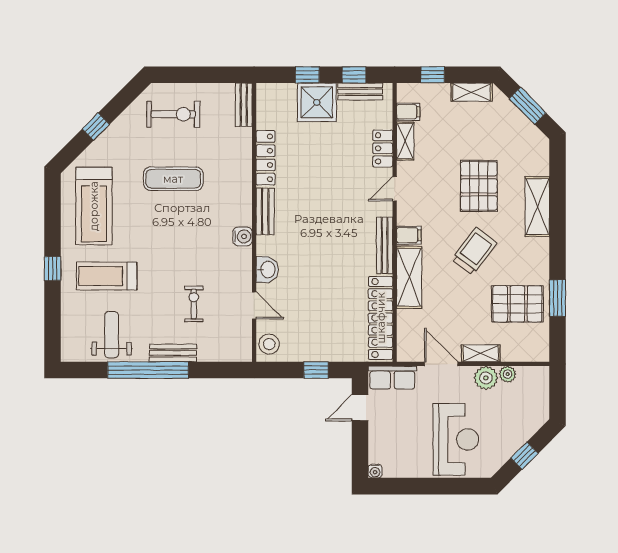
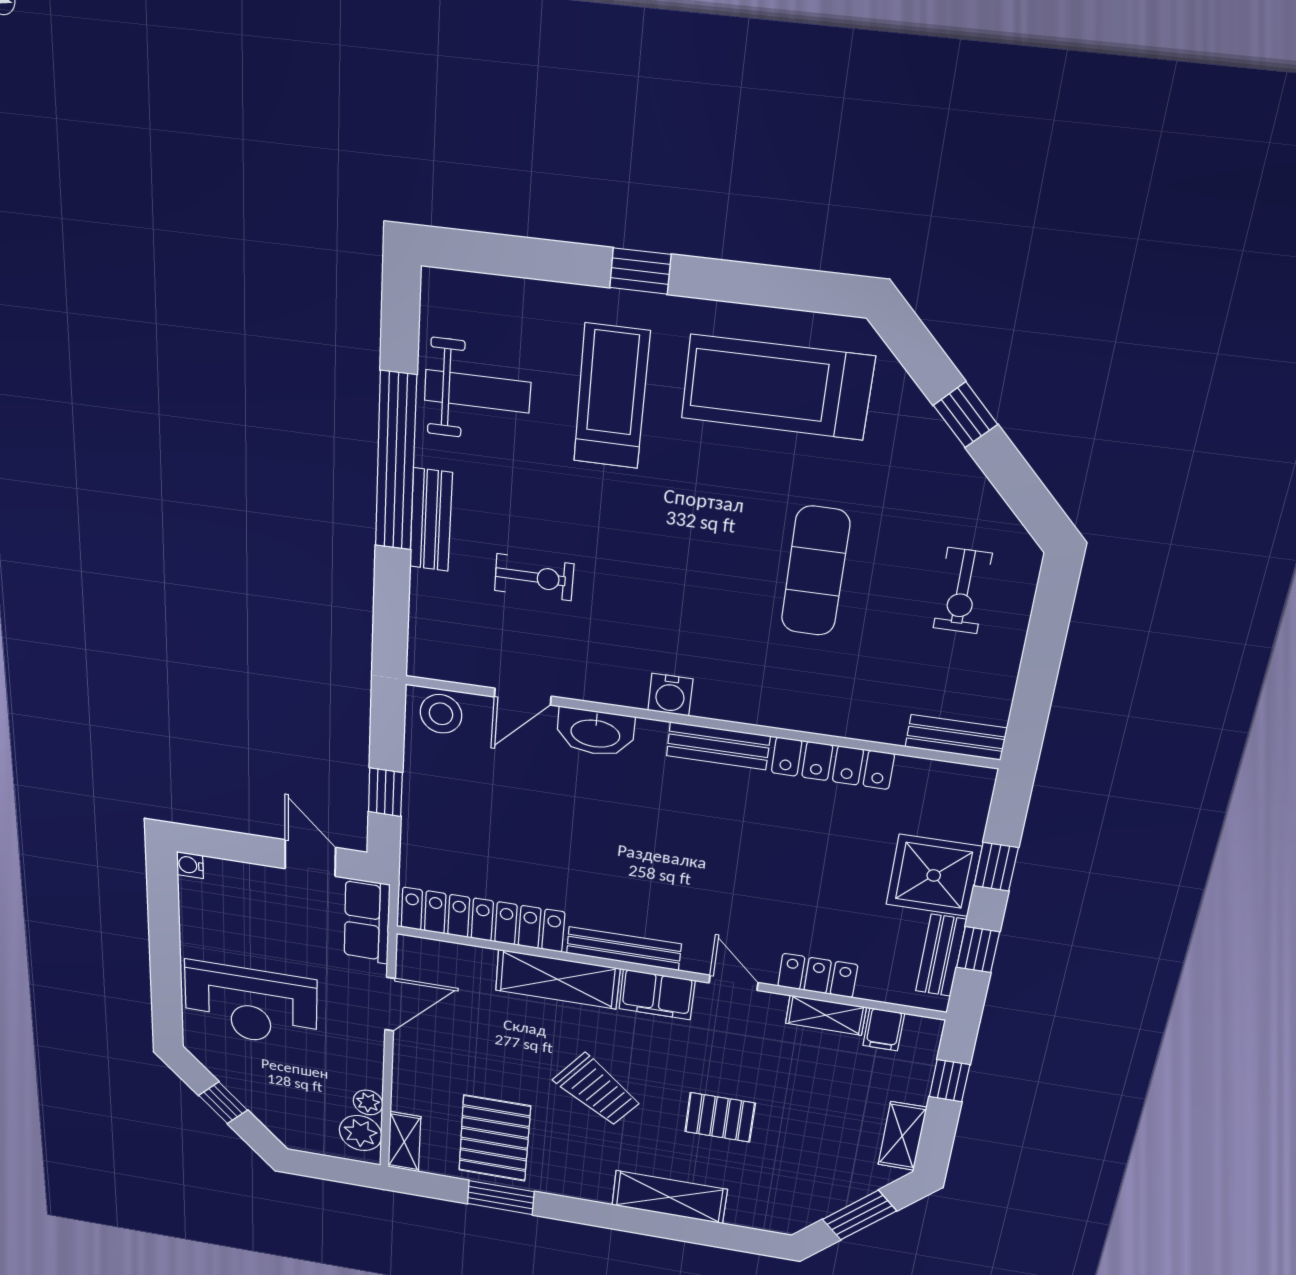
exercise bike: (173, 114) -> (962, 591), width x0.73, depth x0.72
pallet: (479, 186) -> (720, 1117), width x0.67, depth x0.71
filing cabinet: (409, 235) -> (657, 995), width x2.00
washbasin: (267, 270) -> (595, 732), width x1.38
shelving: (481, 353) -> (404, 1142), moved
plant: (486, 378) -> (361, 1133), moved

